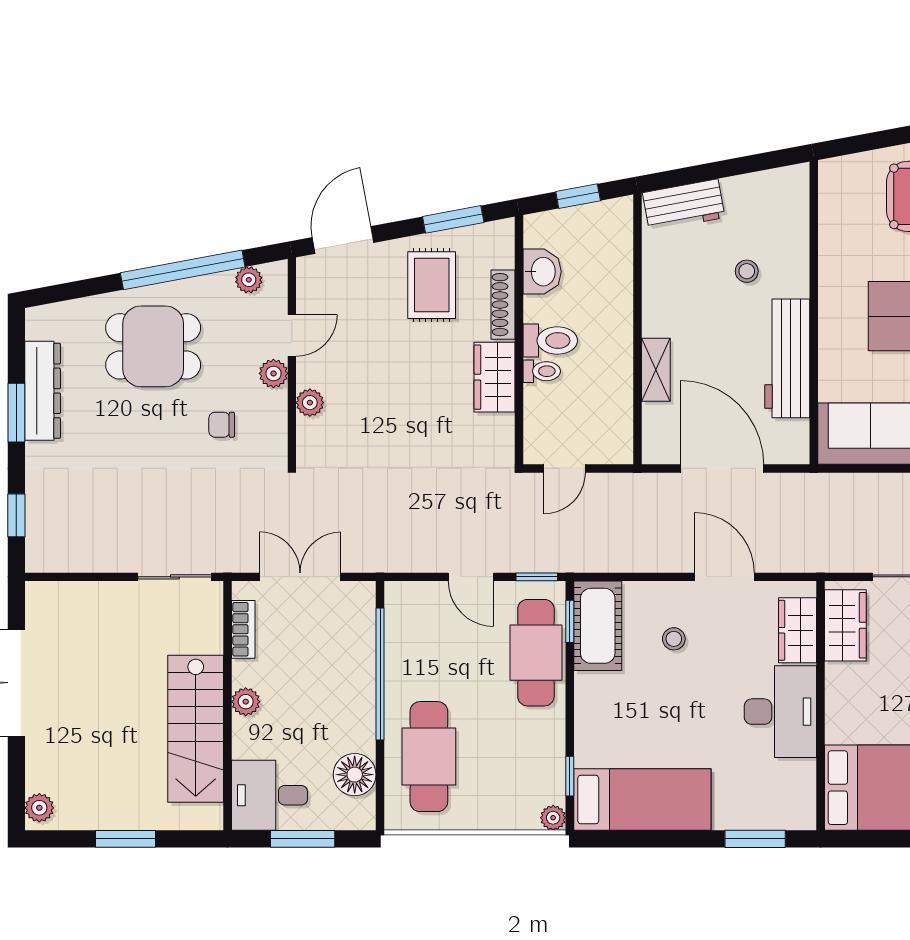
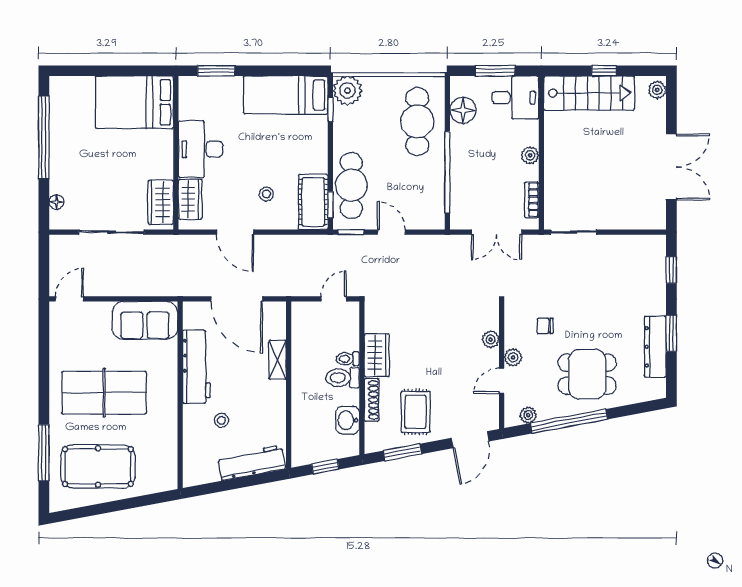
workbench: (684, 205) -> (252, 463), width x1.38
chair: (222, 425) -> (545, 326), turned 180
stairs: (196, 729) -> (589, 93), moved, turned 90
plant: (553, 818) -> (348, 91), width x1.87, depth x1.87
window: (126, 839) -> (604, 71), width x0.67

